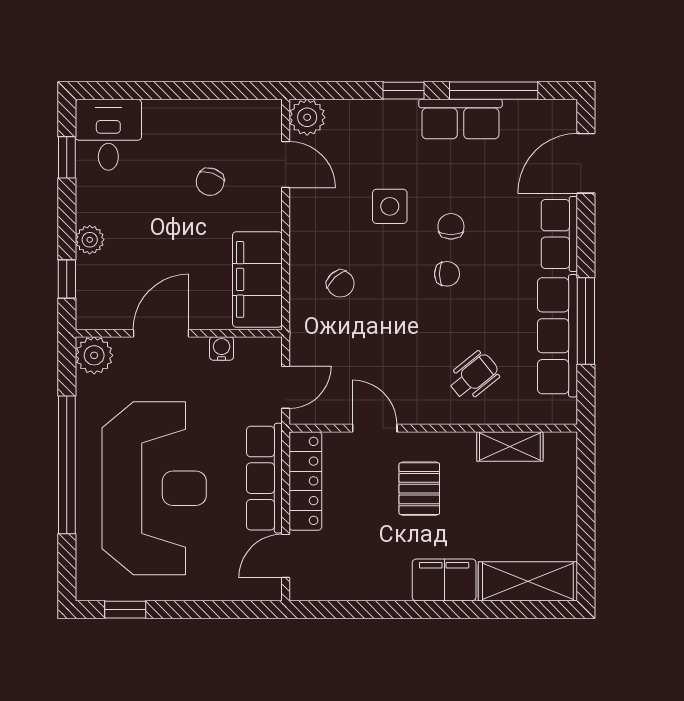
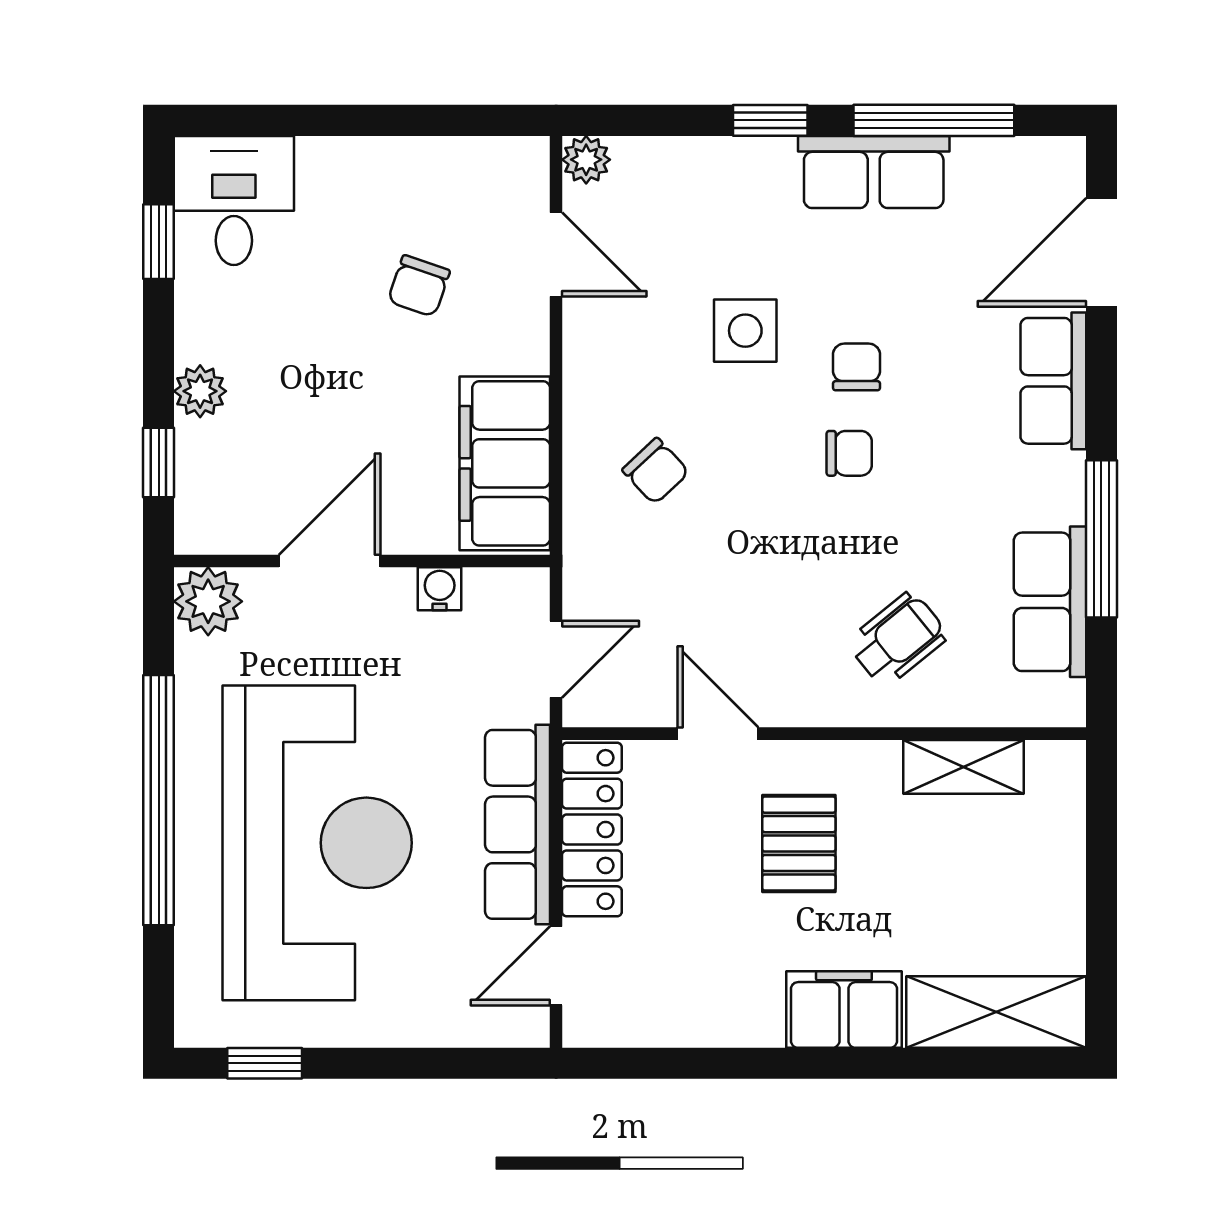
plant: (307, 117) -> (586, 160), width x0.73, depth x0.73
row of seats: (557, 336) -> (1050, 602), width x0.68

